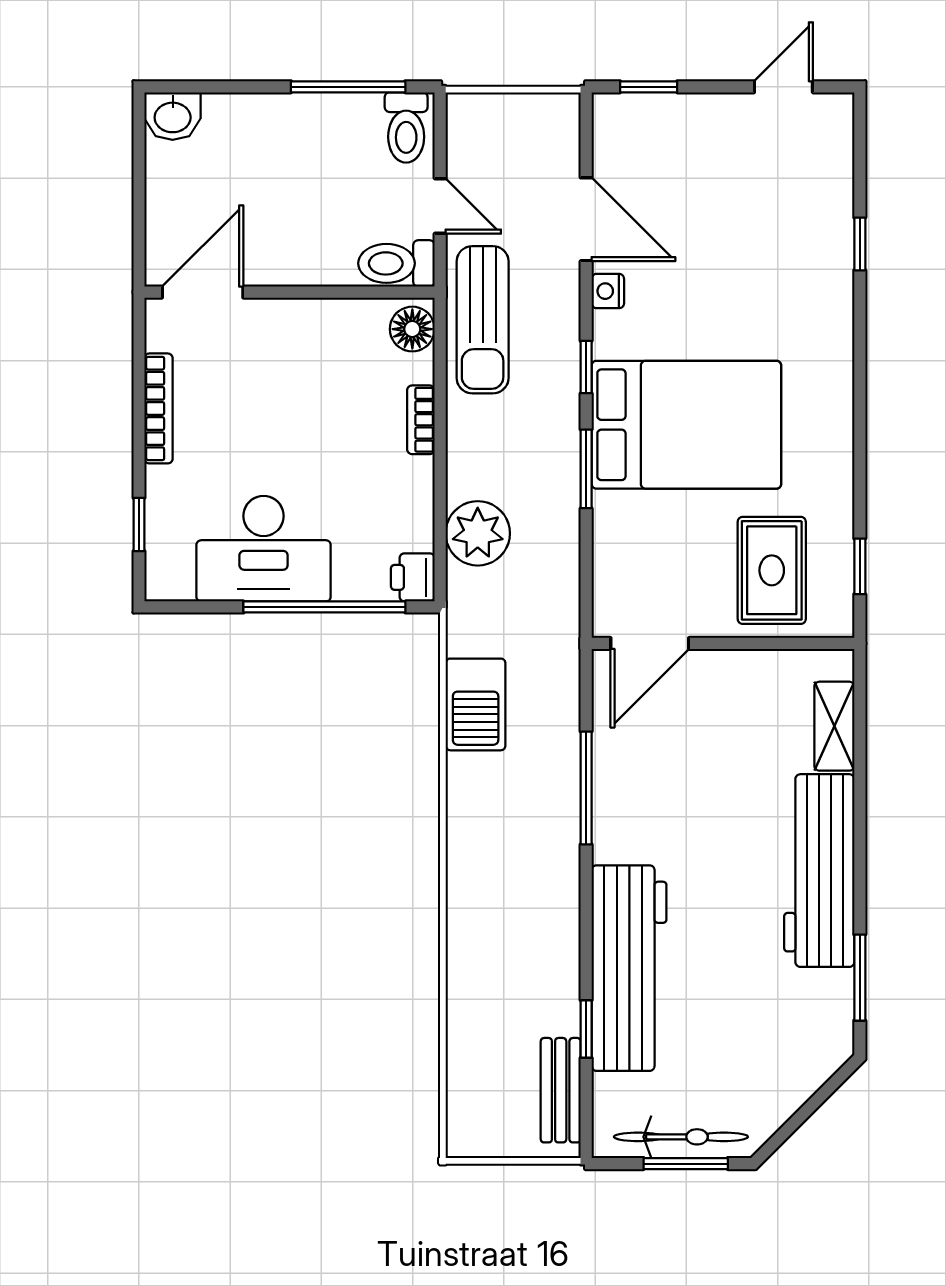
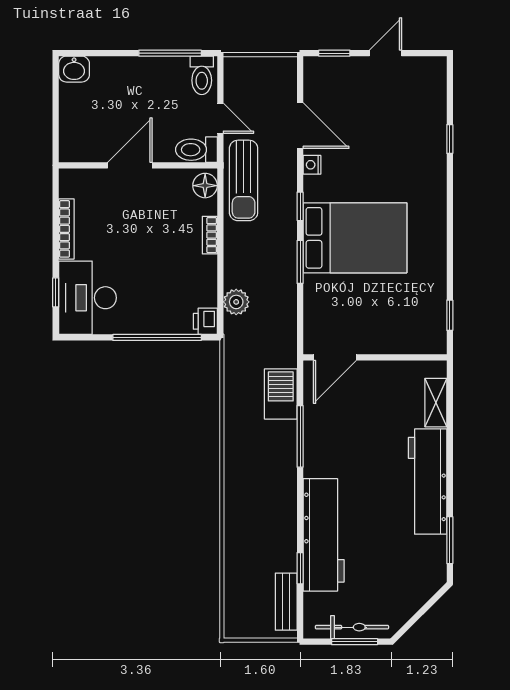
door: (783, 87) -> (386, 53), moved
door: (203, 292) -> (130, 165), moved
plant: (478, 533) -> (236, 302), width x0.73, depth x0.73
desk: (264, 549) -> (88, 298), moved, turned 90
rug: (772, 570) -> (402, 317), removed
barbecue: (476, 704) -> (281, 394), moved, turned 180

